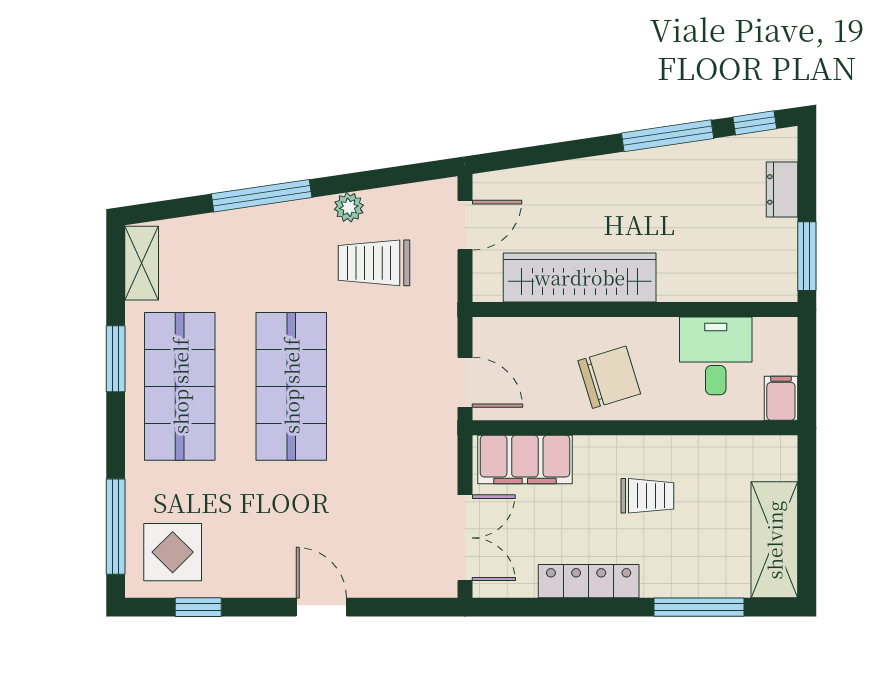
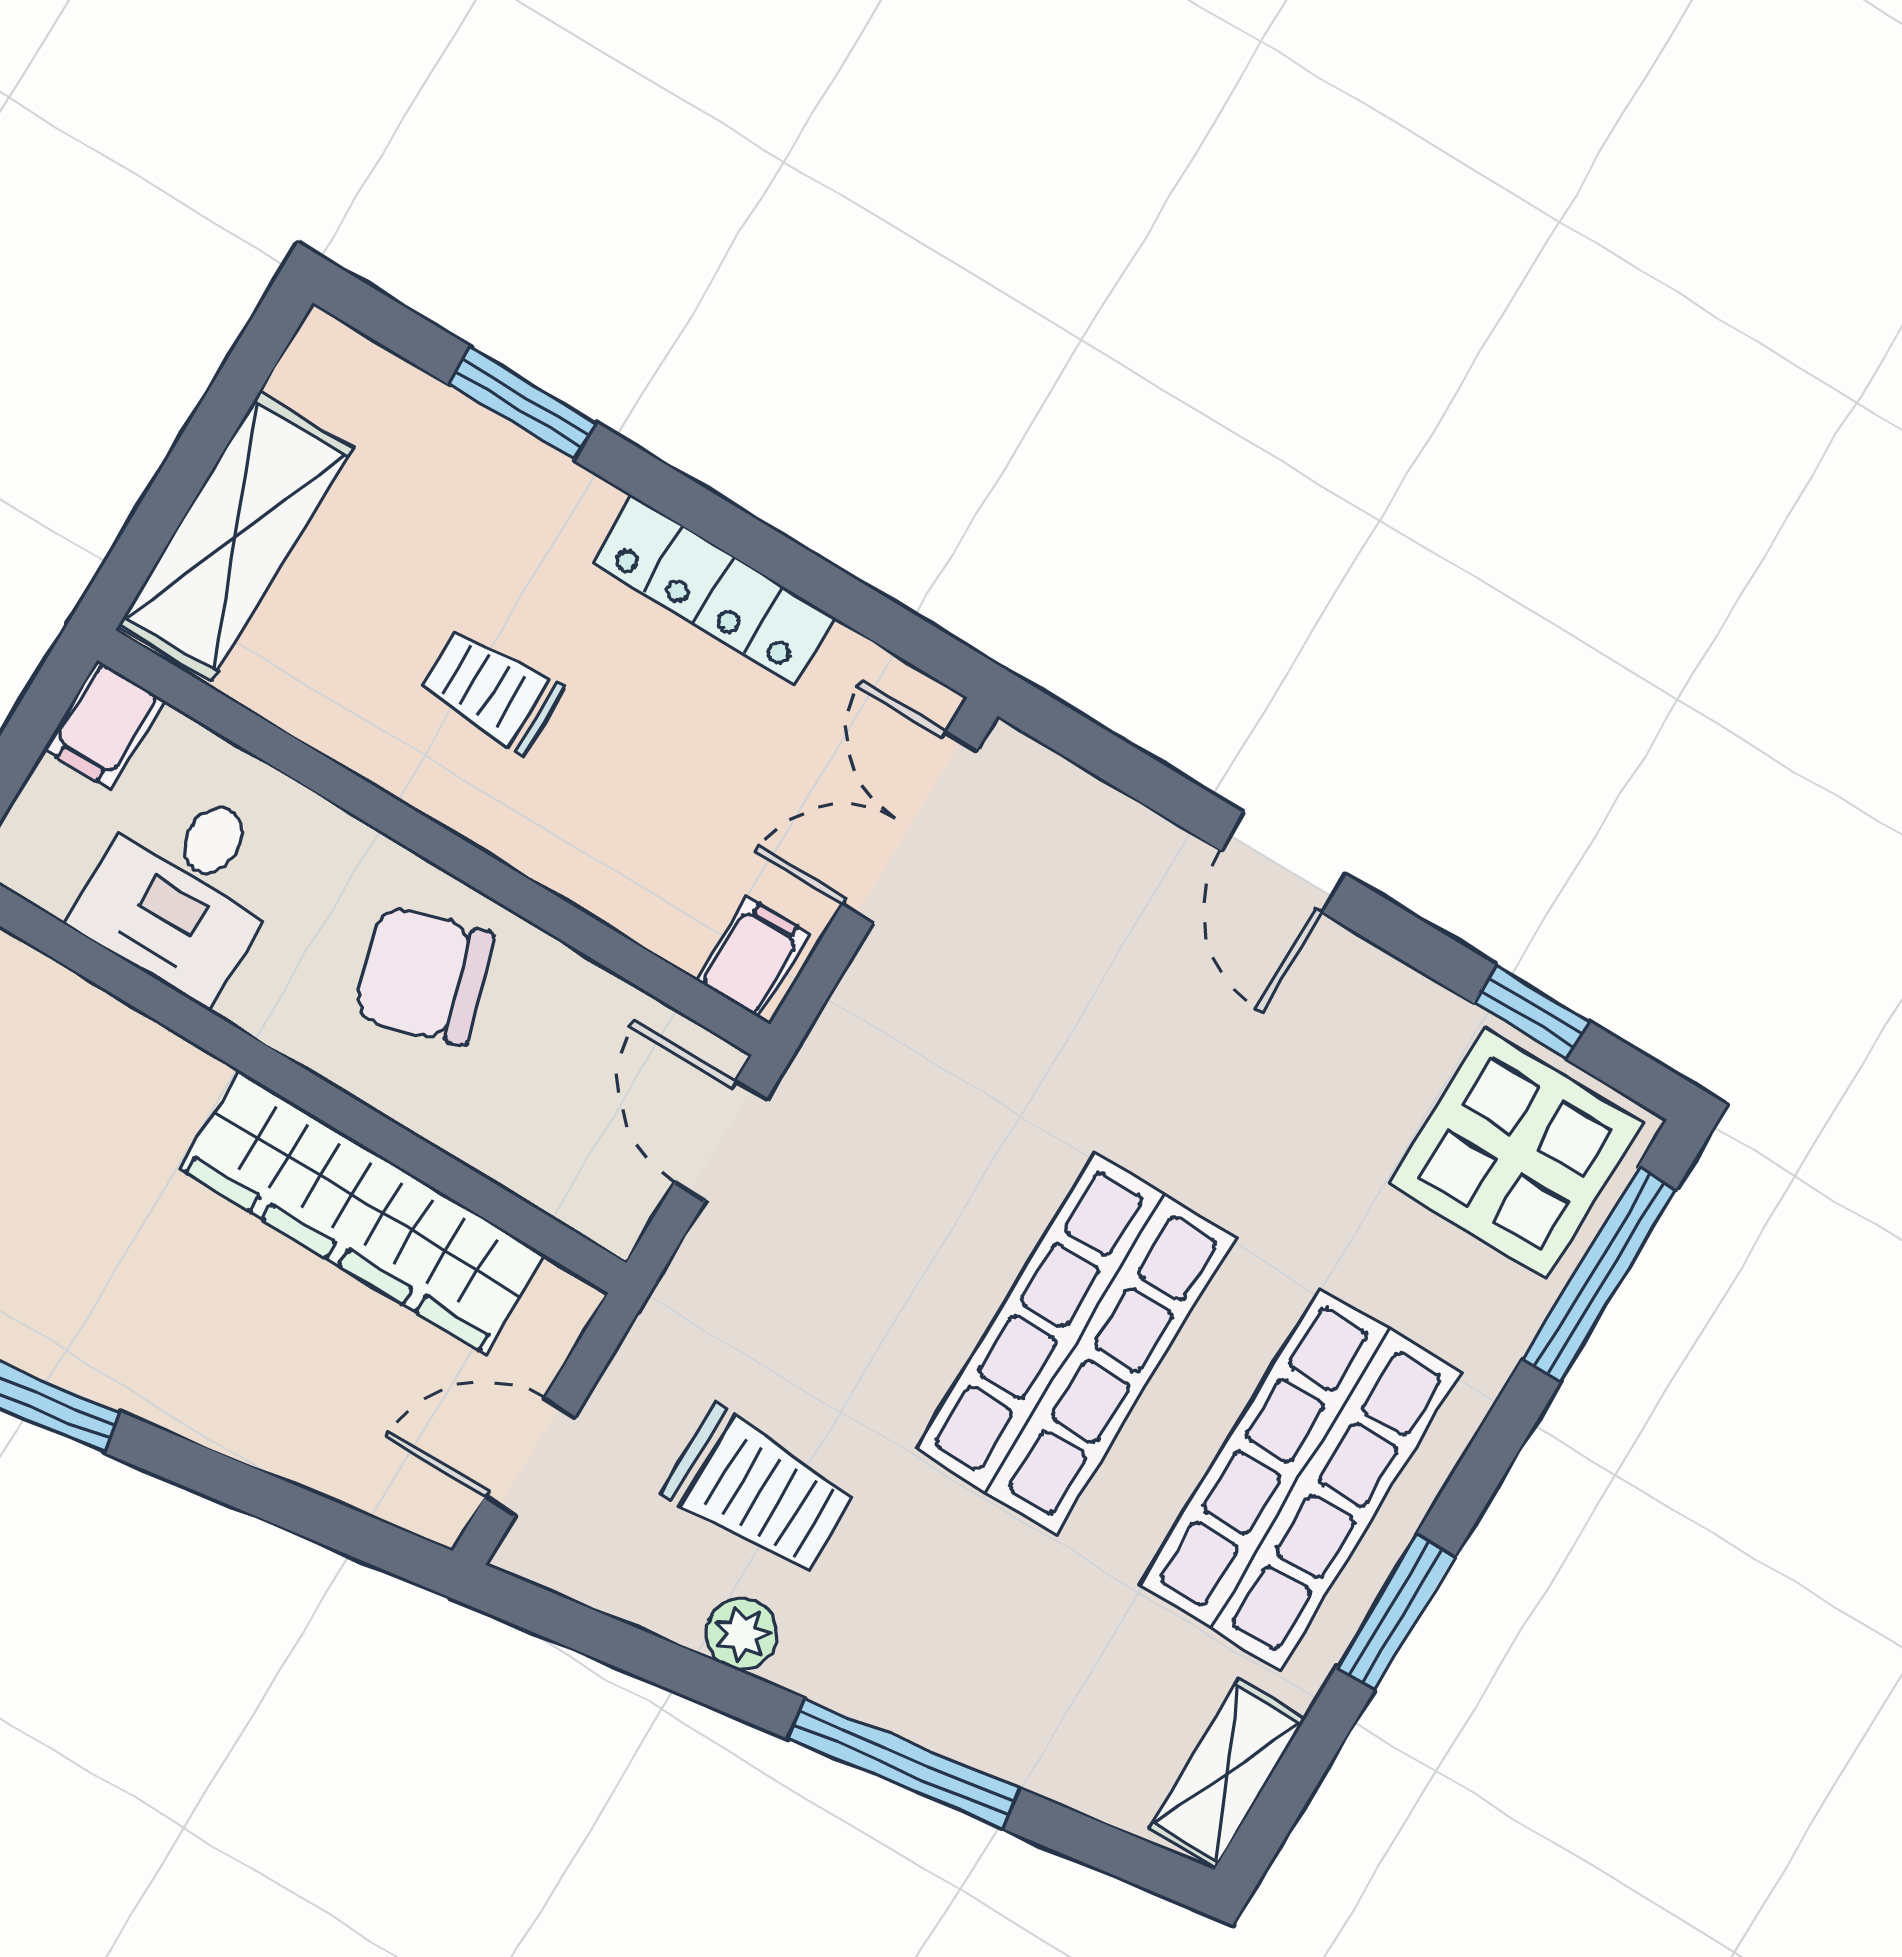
filing cabinet: (525, 460) -> (753, 957), width x0.33, depth x0.86
shelving: (774, 540) -> (235, 537), moved
display table: (173, 552) -> (1516, 1154), width x1.36, depth x1.36
window: (699, 607) -> (522, 404), width x0.69

